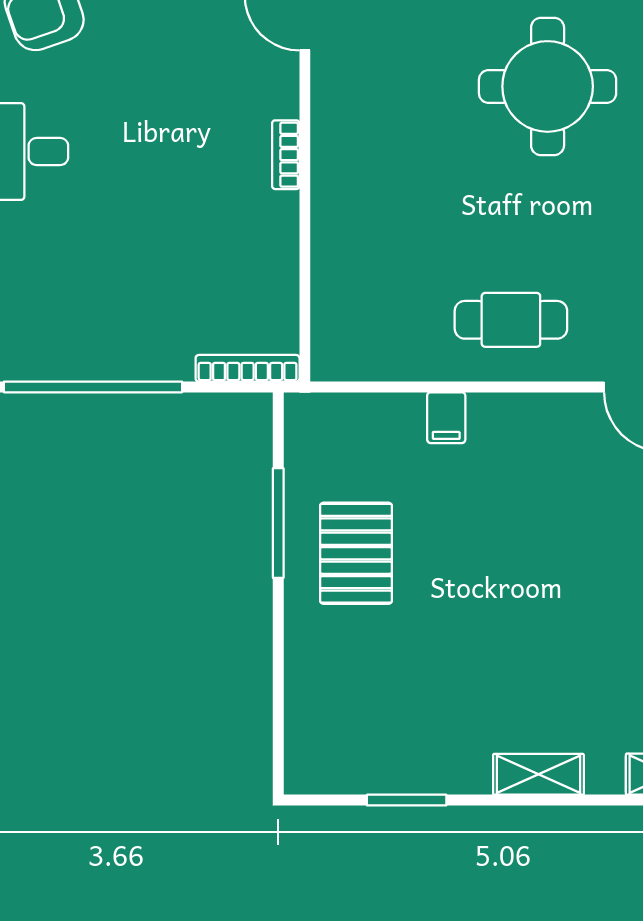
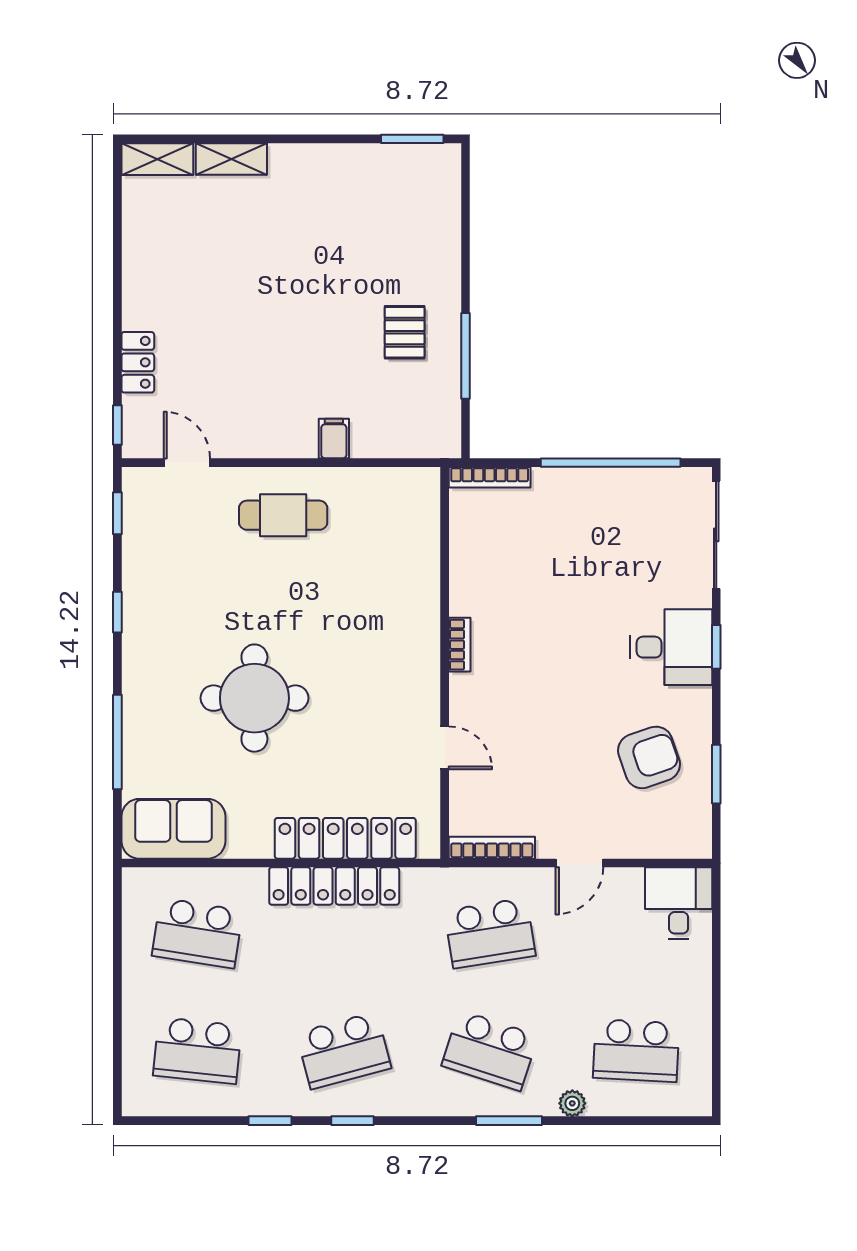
pallet: (356, 553) -> (405, 332), width x0.67, depth x0.71
shelving: (538, 774) -> (231, 159), moved
window: (407, 800) -> (412, 139), moved

